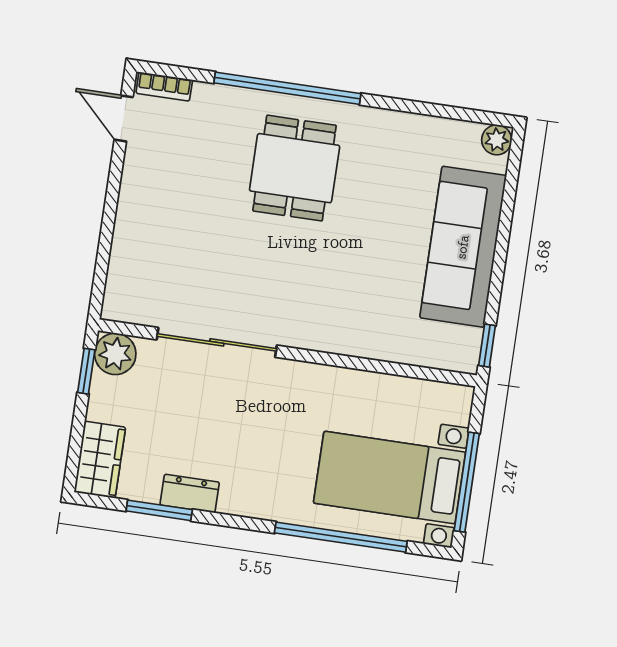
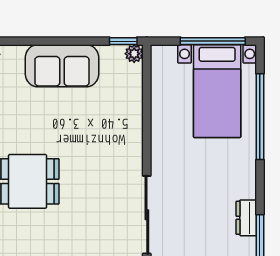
sofa: (463, 247) -> (62, 66), width x0.73
plant: (465, 360) -> (134, 54), added

